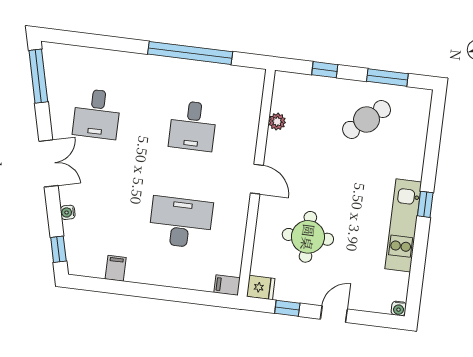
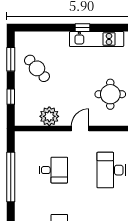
plant: (277, 122) -> (49, 116), width x1.88, depth x1.88

